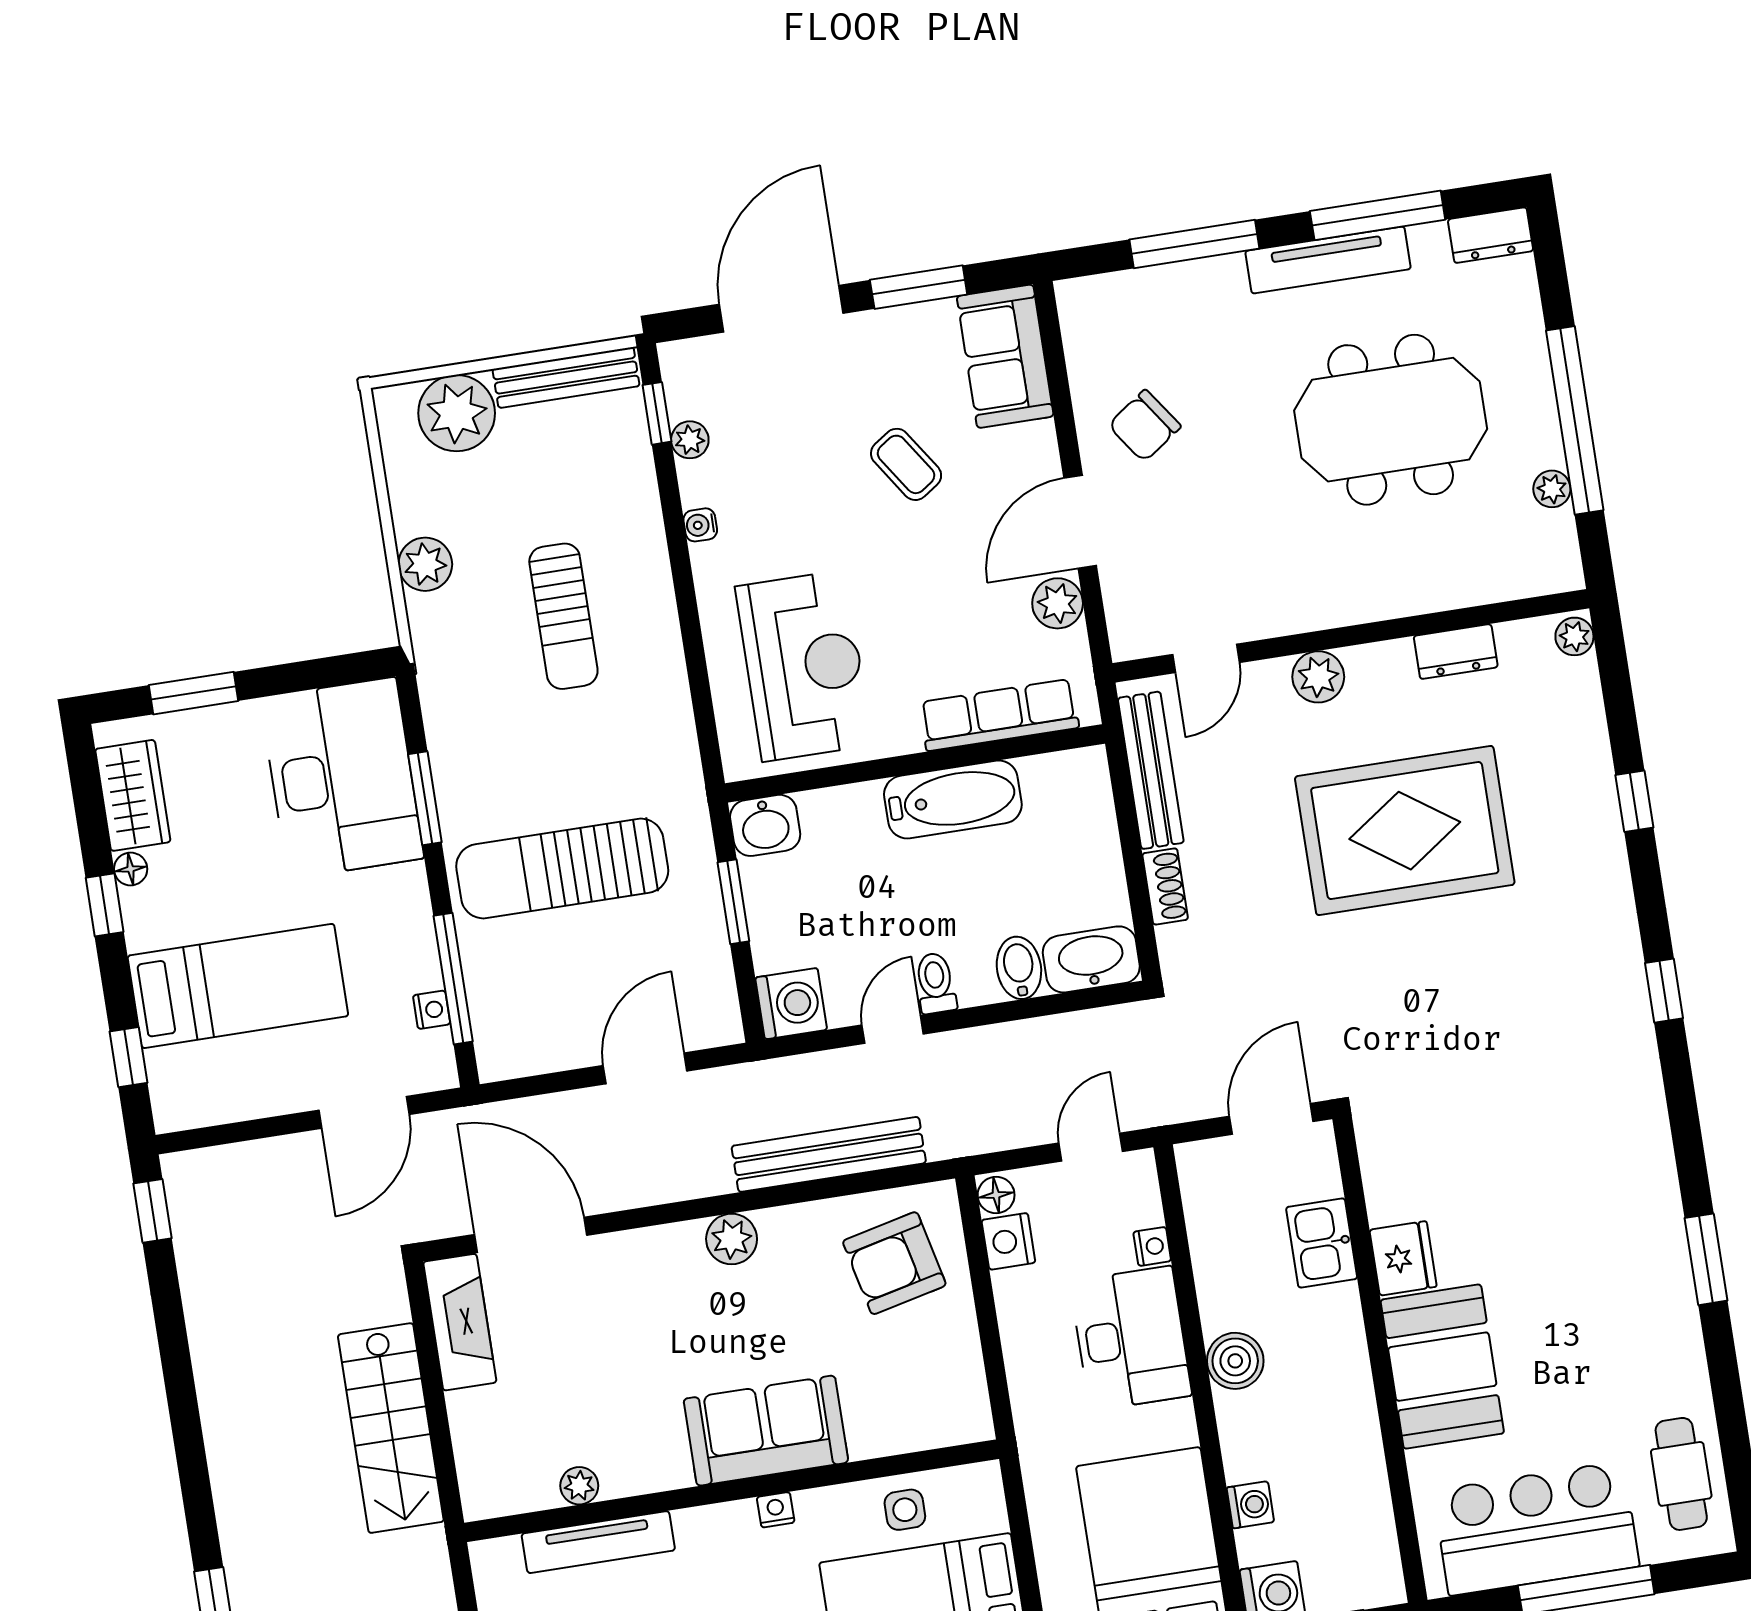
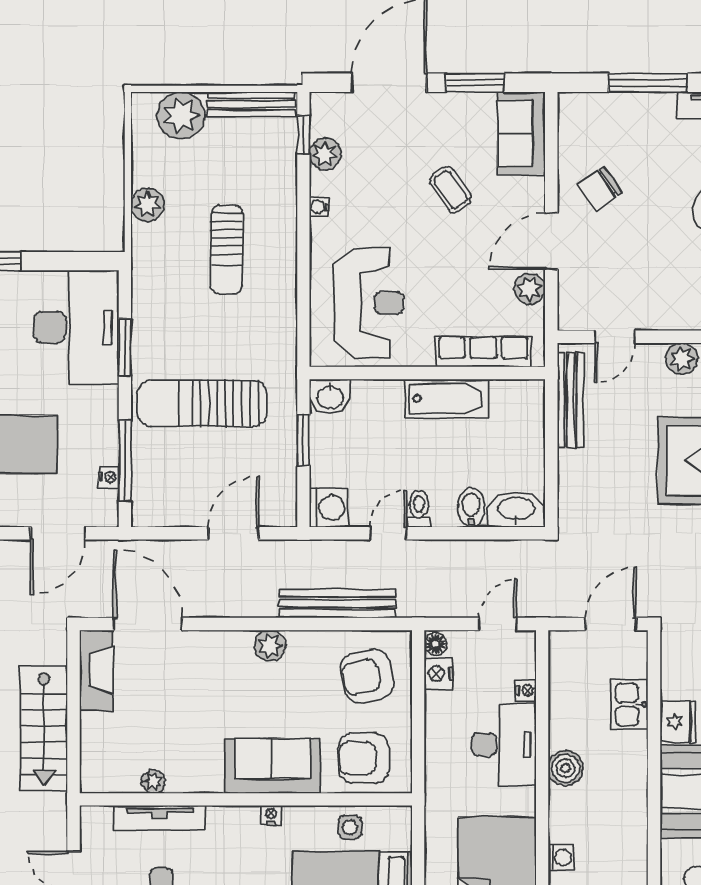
plant: (690, 440) -> (325, 154), width x1.38, depth x1.38
shoe rack: (1165, 886) -> (568, 472), removed
armchair: (909, 1395) -> (364, 758), added

